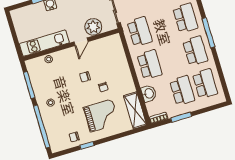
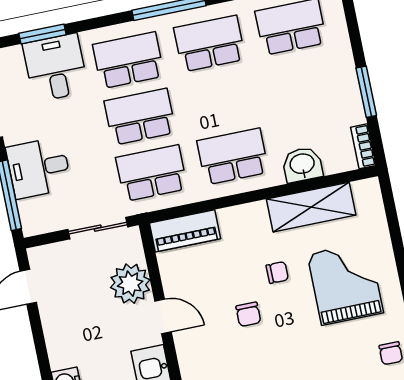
piano: (117, 48) -> (185, 231), added
school desk: (182, 91) -> (140, 117), moved
shelving: (135, 110) -> (311, 207), moved

